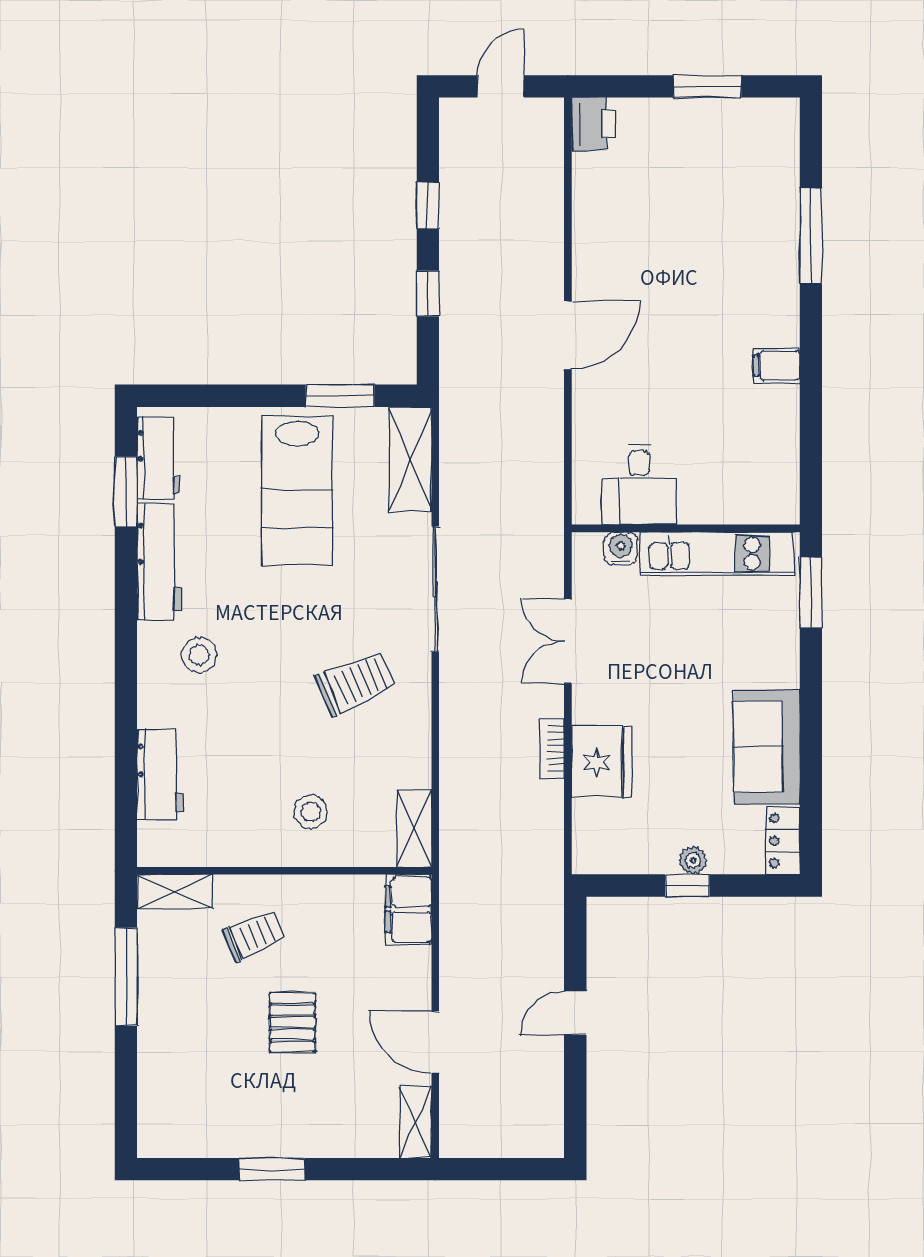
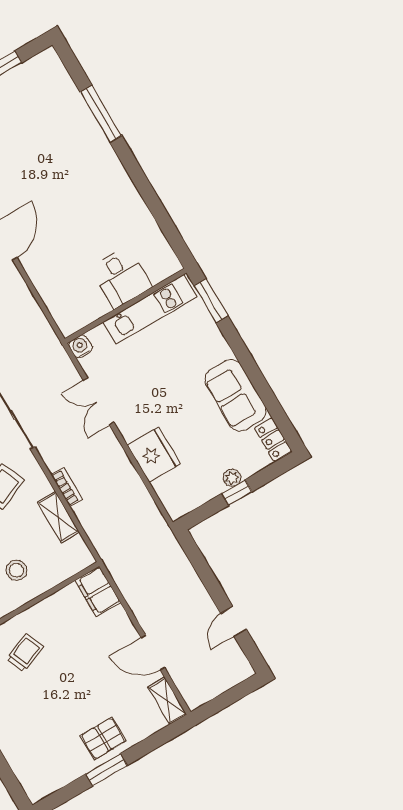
filing cabinet: (777, 366) -> (123, 192), removed
desk: (639, 485) -> (121, 278), moved
water cooler: (621, 548) -> (81, 347), moved
bookcase: (552, 749) -> (67, 487), moved, turned 180
shelving: (414, 828) -> (58, 517), moved
door: (575, 1013) -> (233, 621), moved
pallet: (293, 1022) -> (103, 738), moved, turned 90

